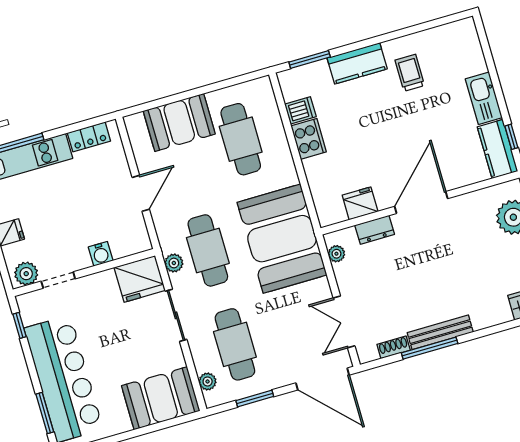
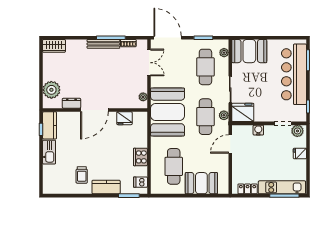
dishwasher: (300, 110) -> (140, 182), moved
door: (141, 193) -> (230, 144), moved
dresser: (375, 230) -> (71, 103), moved

